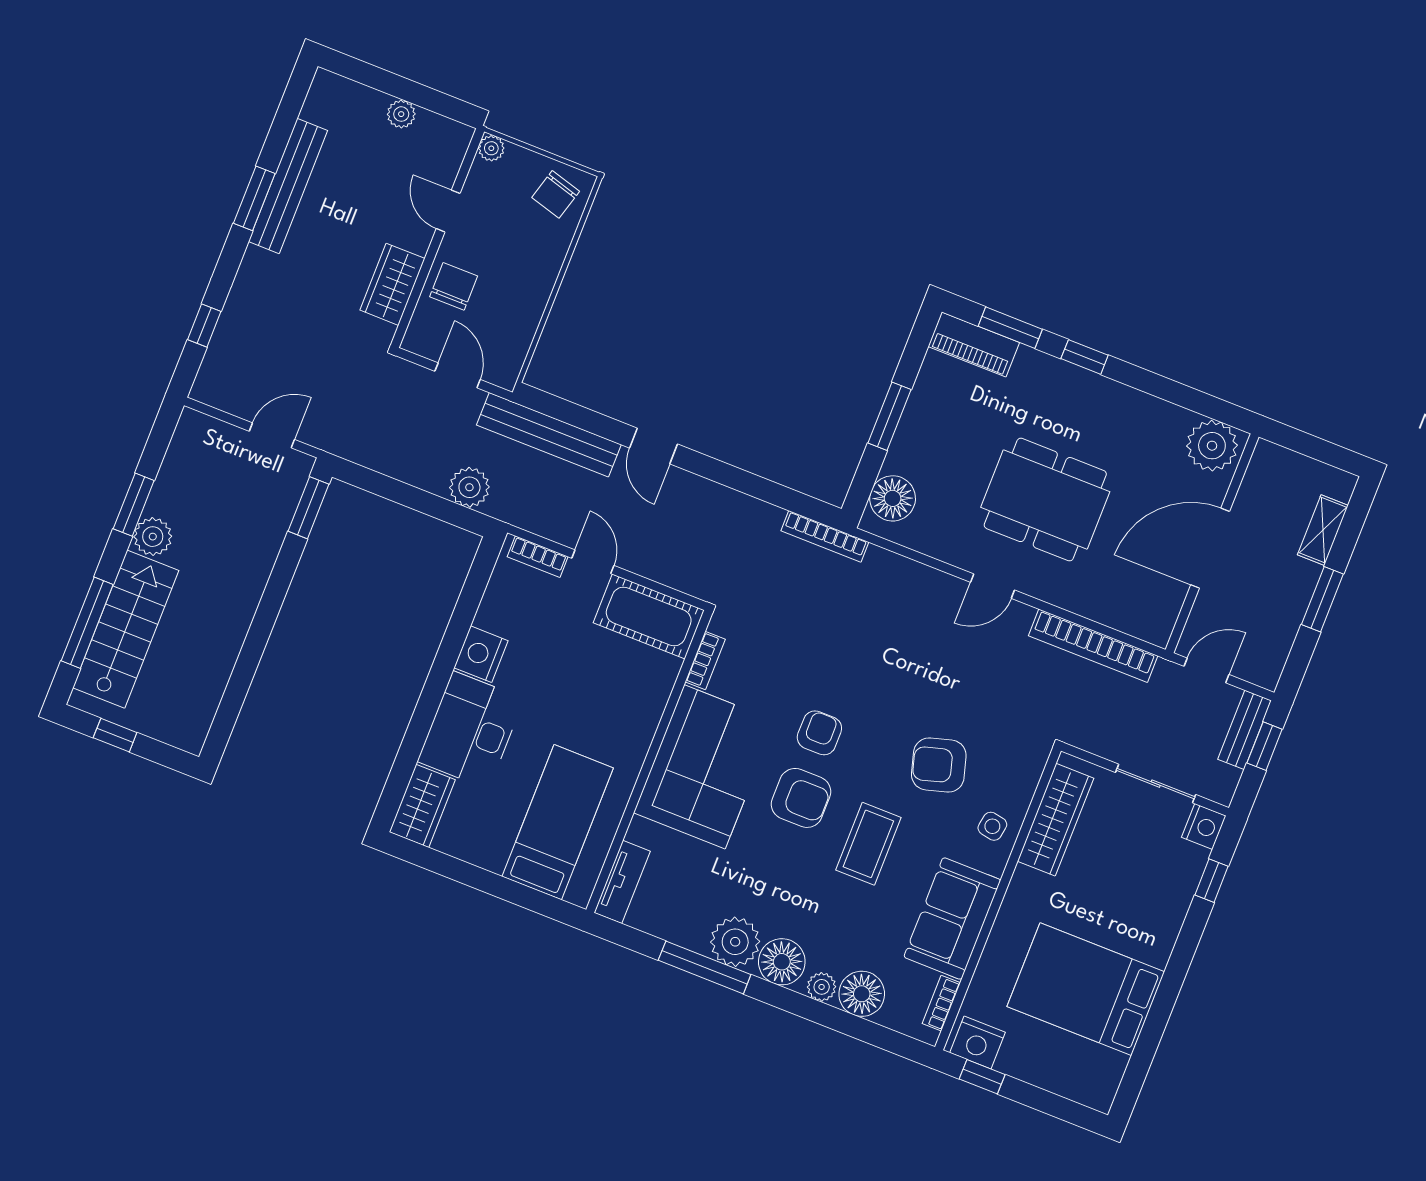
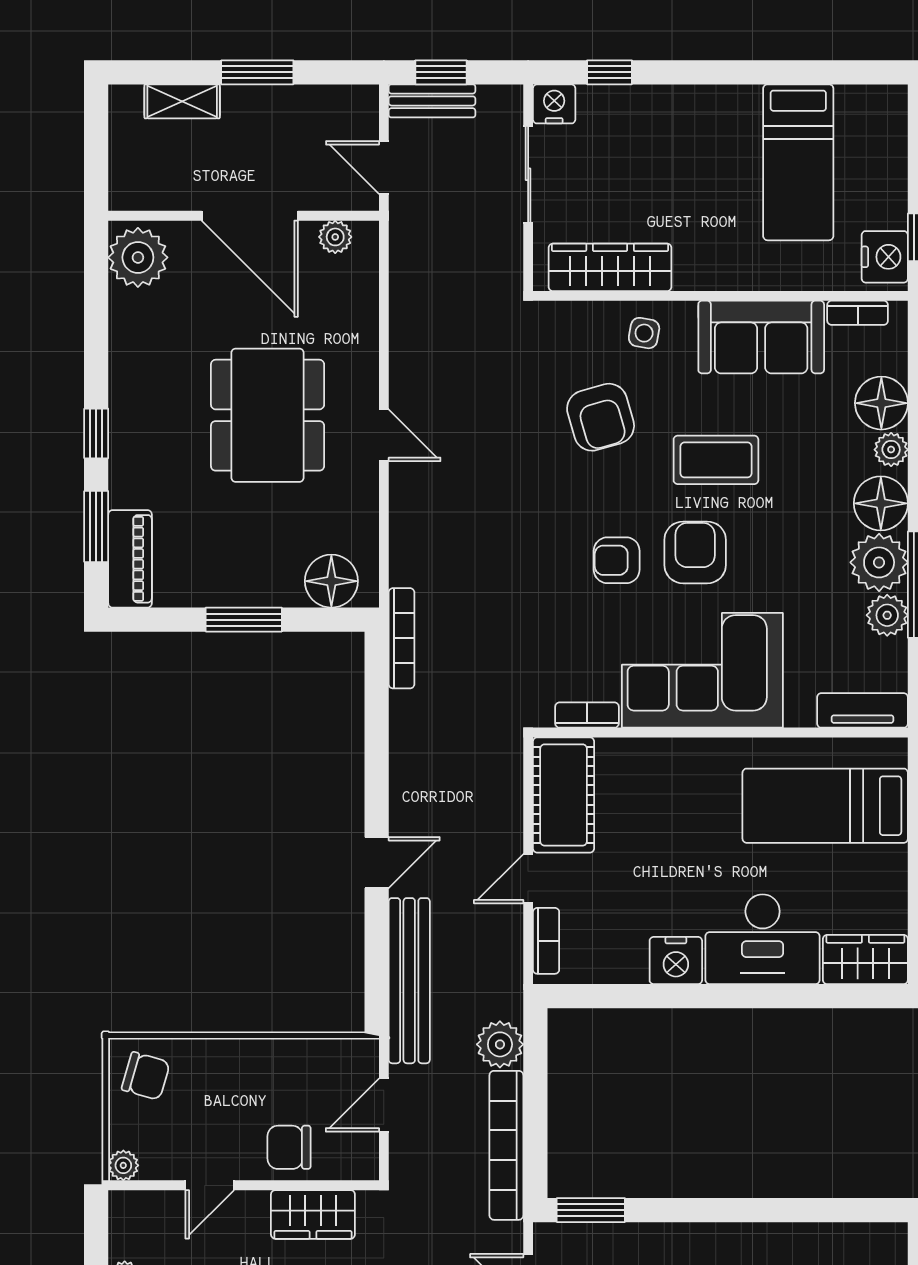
plant: (1166, 610) -> (335, 237), added
bookcase: (1093, 646) -> (506, 1145), moved, turned 180
plant: (690, 932) -> (887, 615), added
bed: (1086, 989) -> (798, 162), width x0.67

